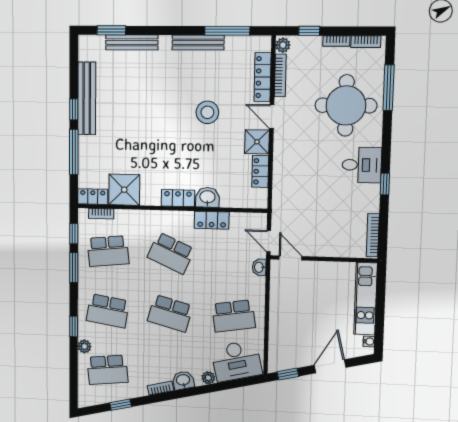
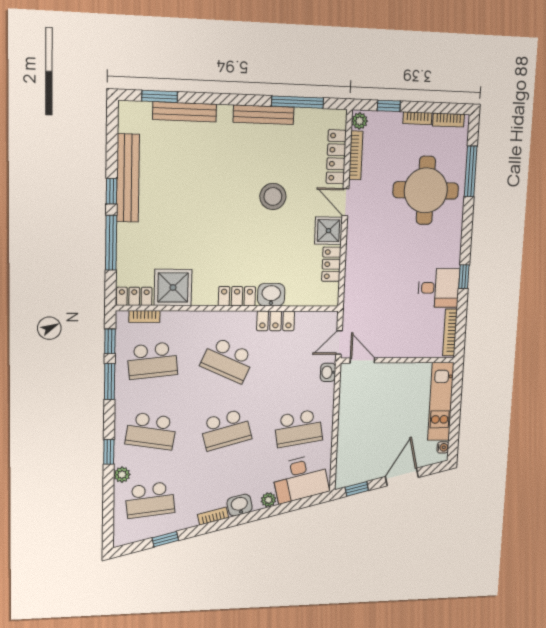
desk: (362, 165) -> (439, 288), moved
door: (269, 241) -> (339, 343), hinge flipped
school desk: (170, 313) -> (226, 430), turned -30

